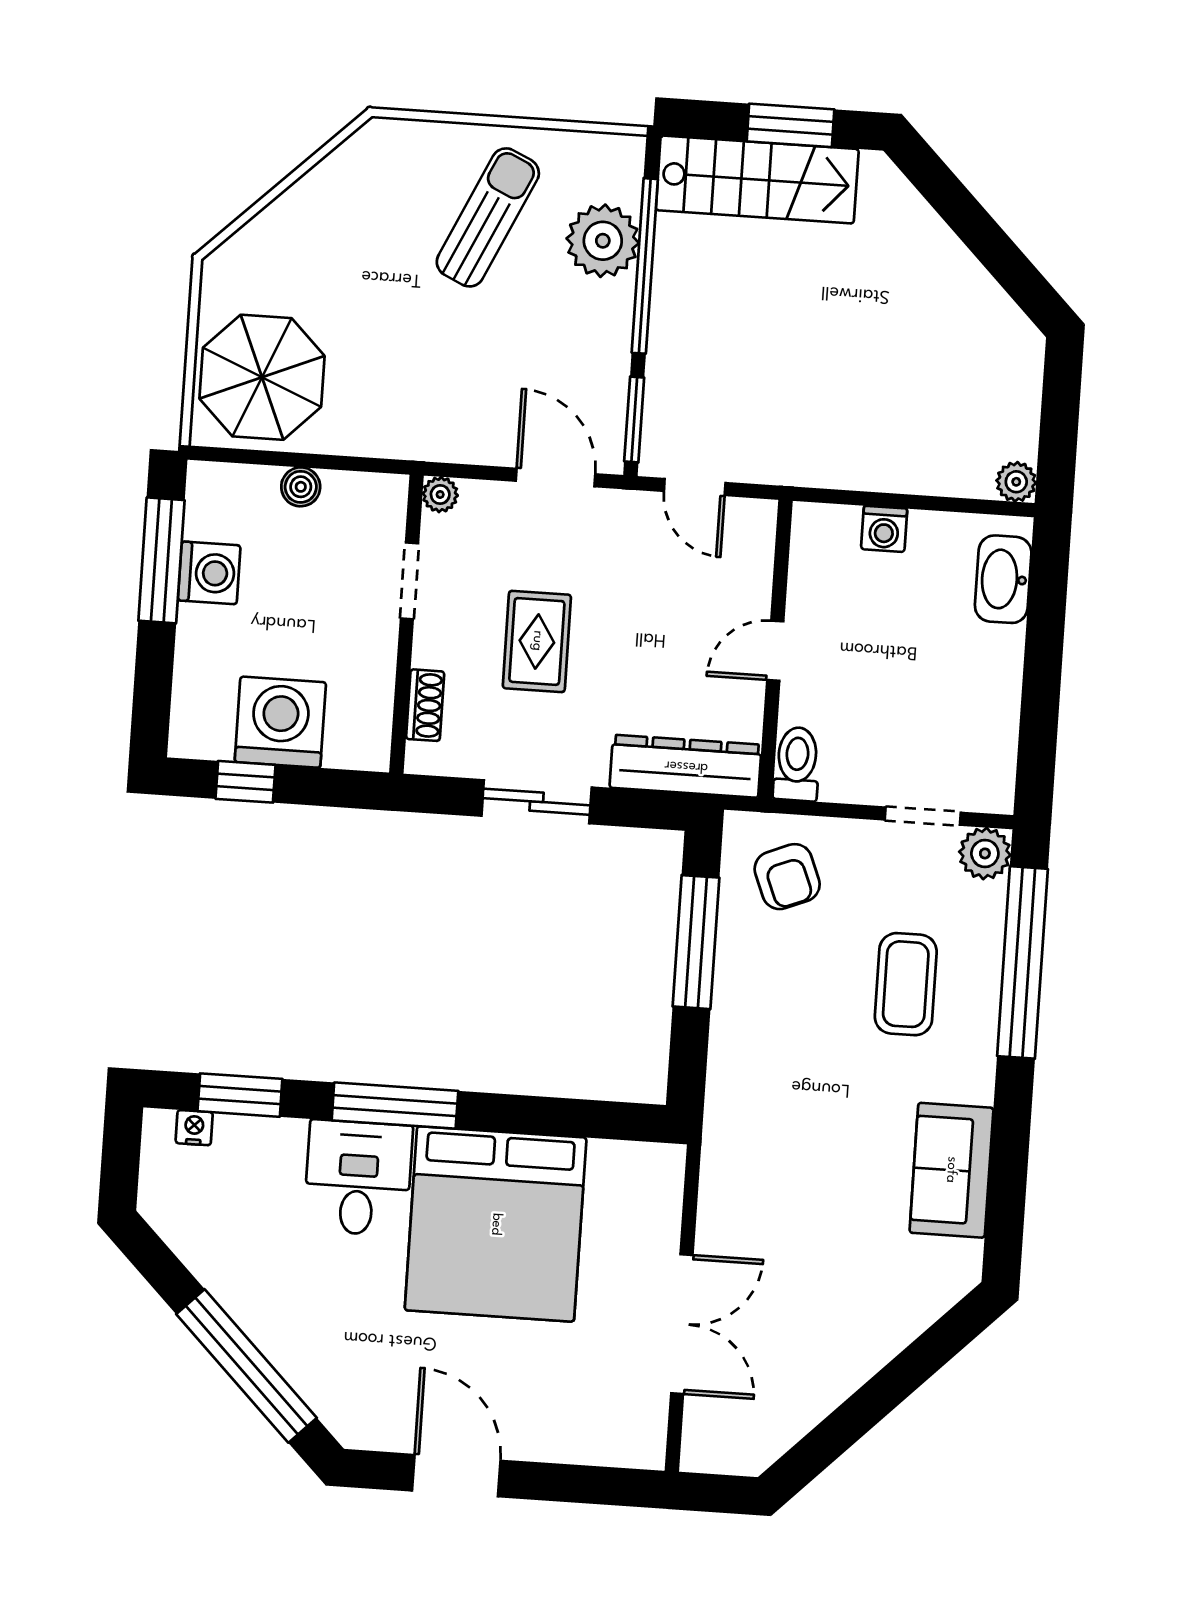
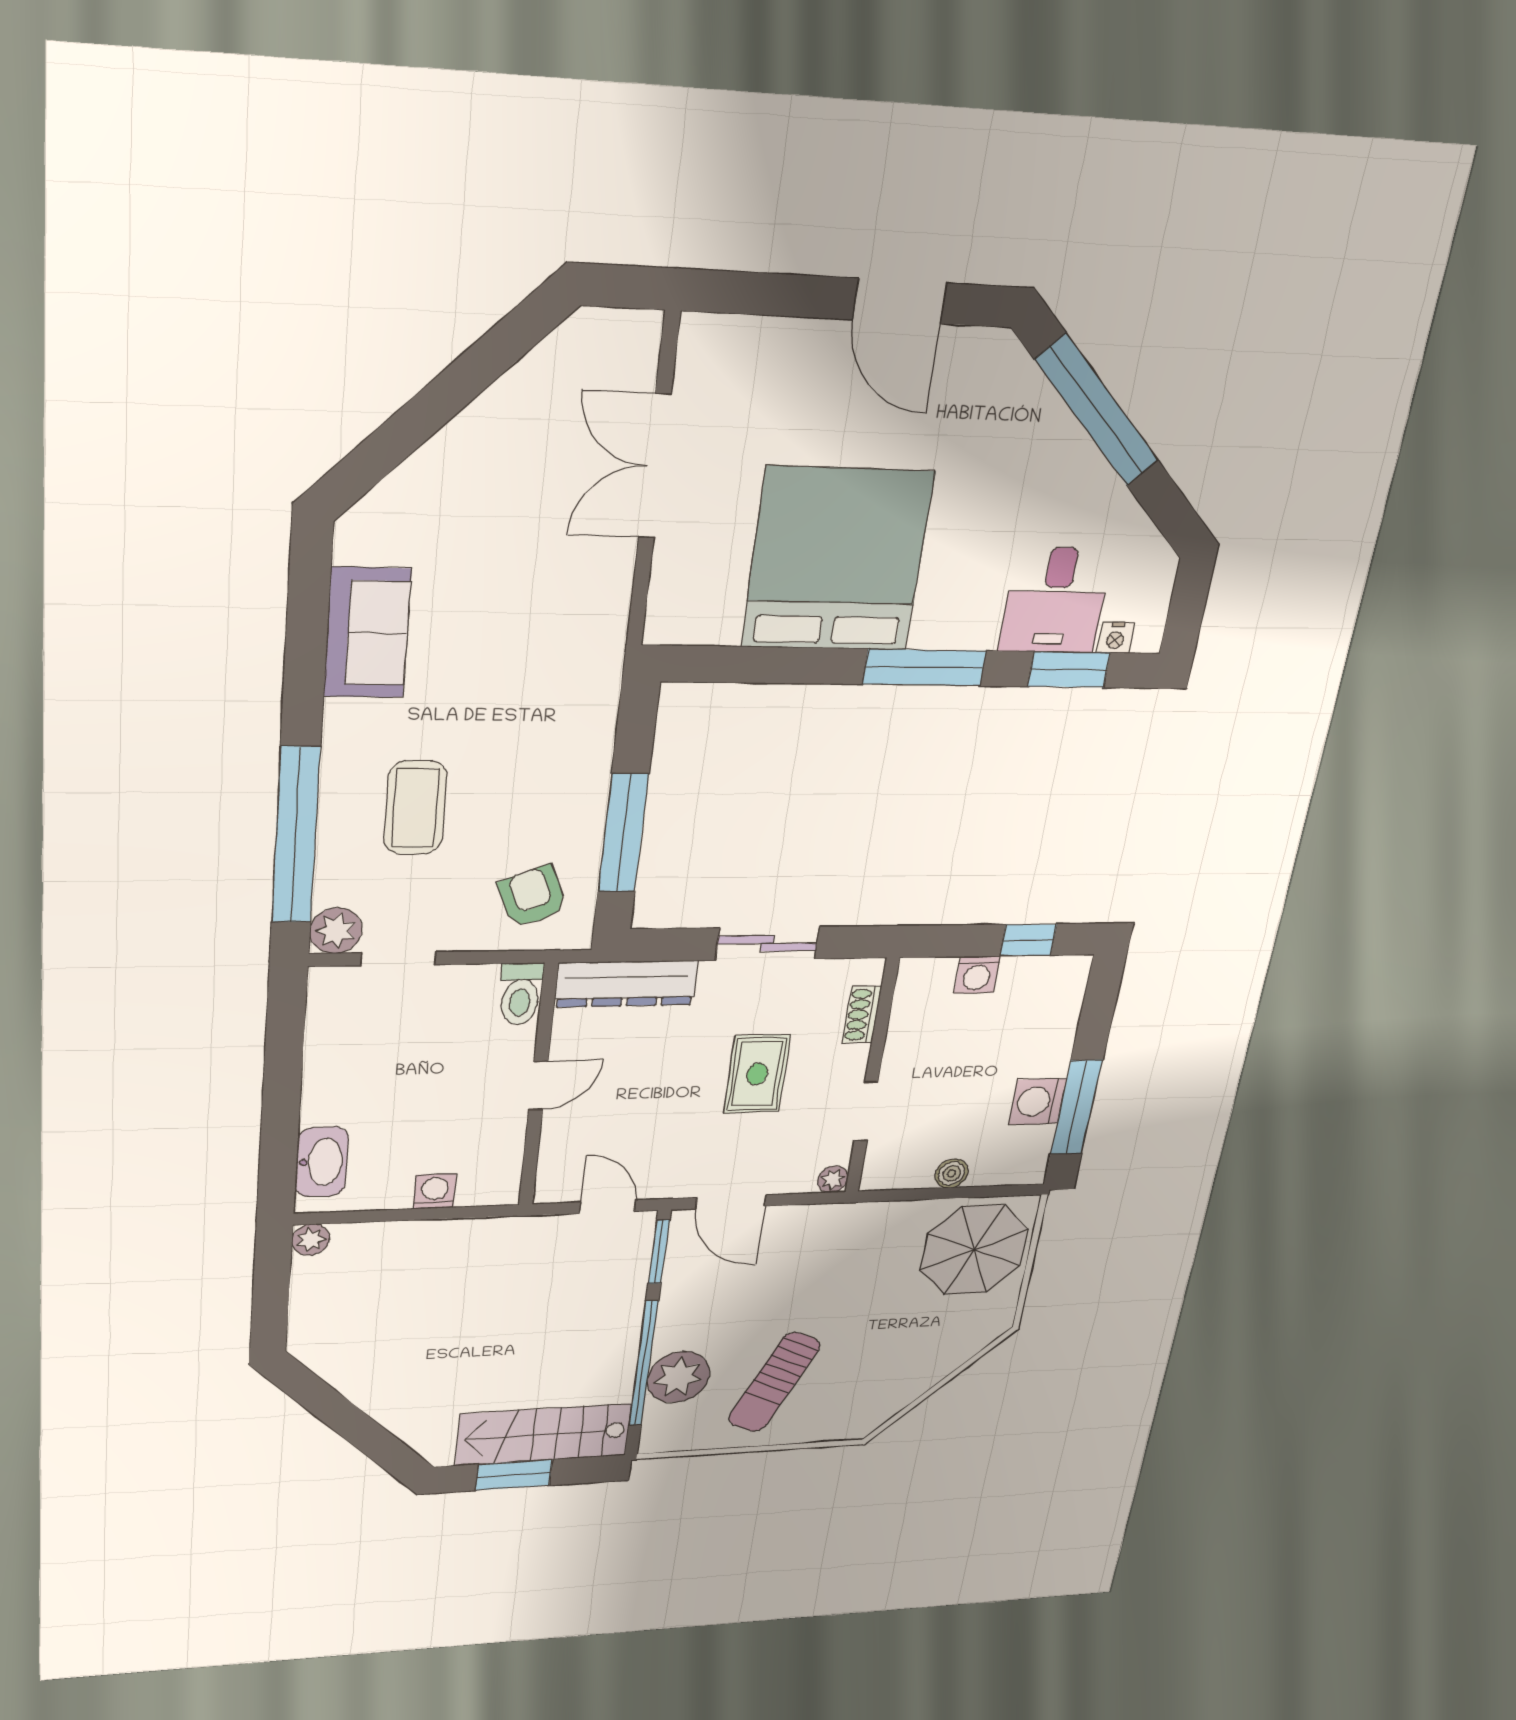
washing machine: (280, 722) -> (977, 975), width x0.53, depth x0.53
desk: (358, 1178) -> (1055, 600), moved

